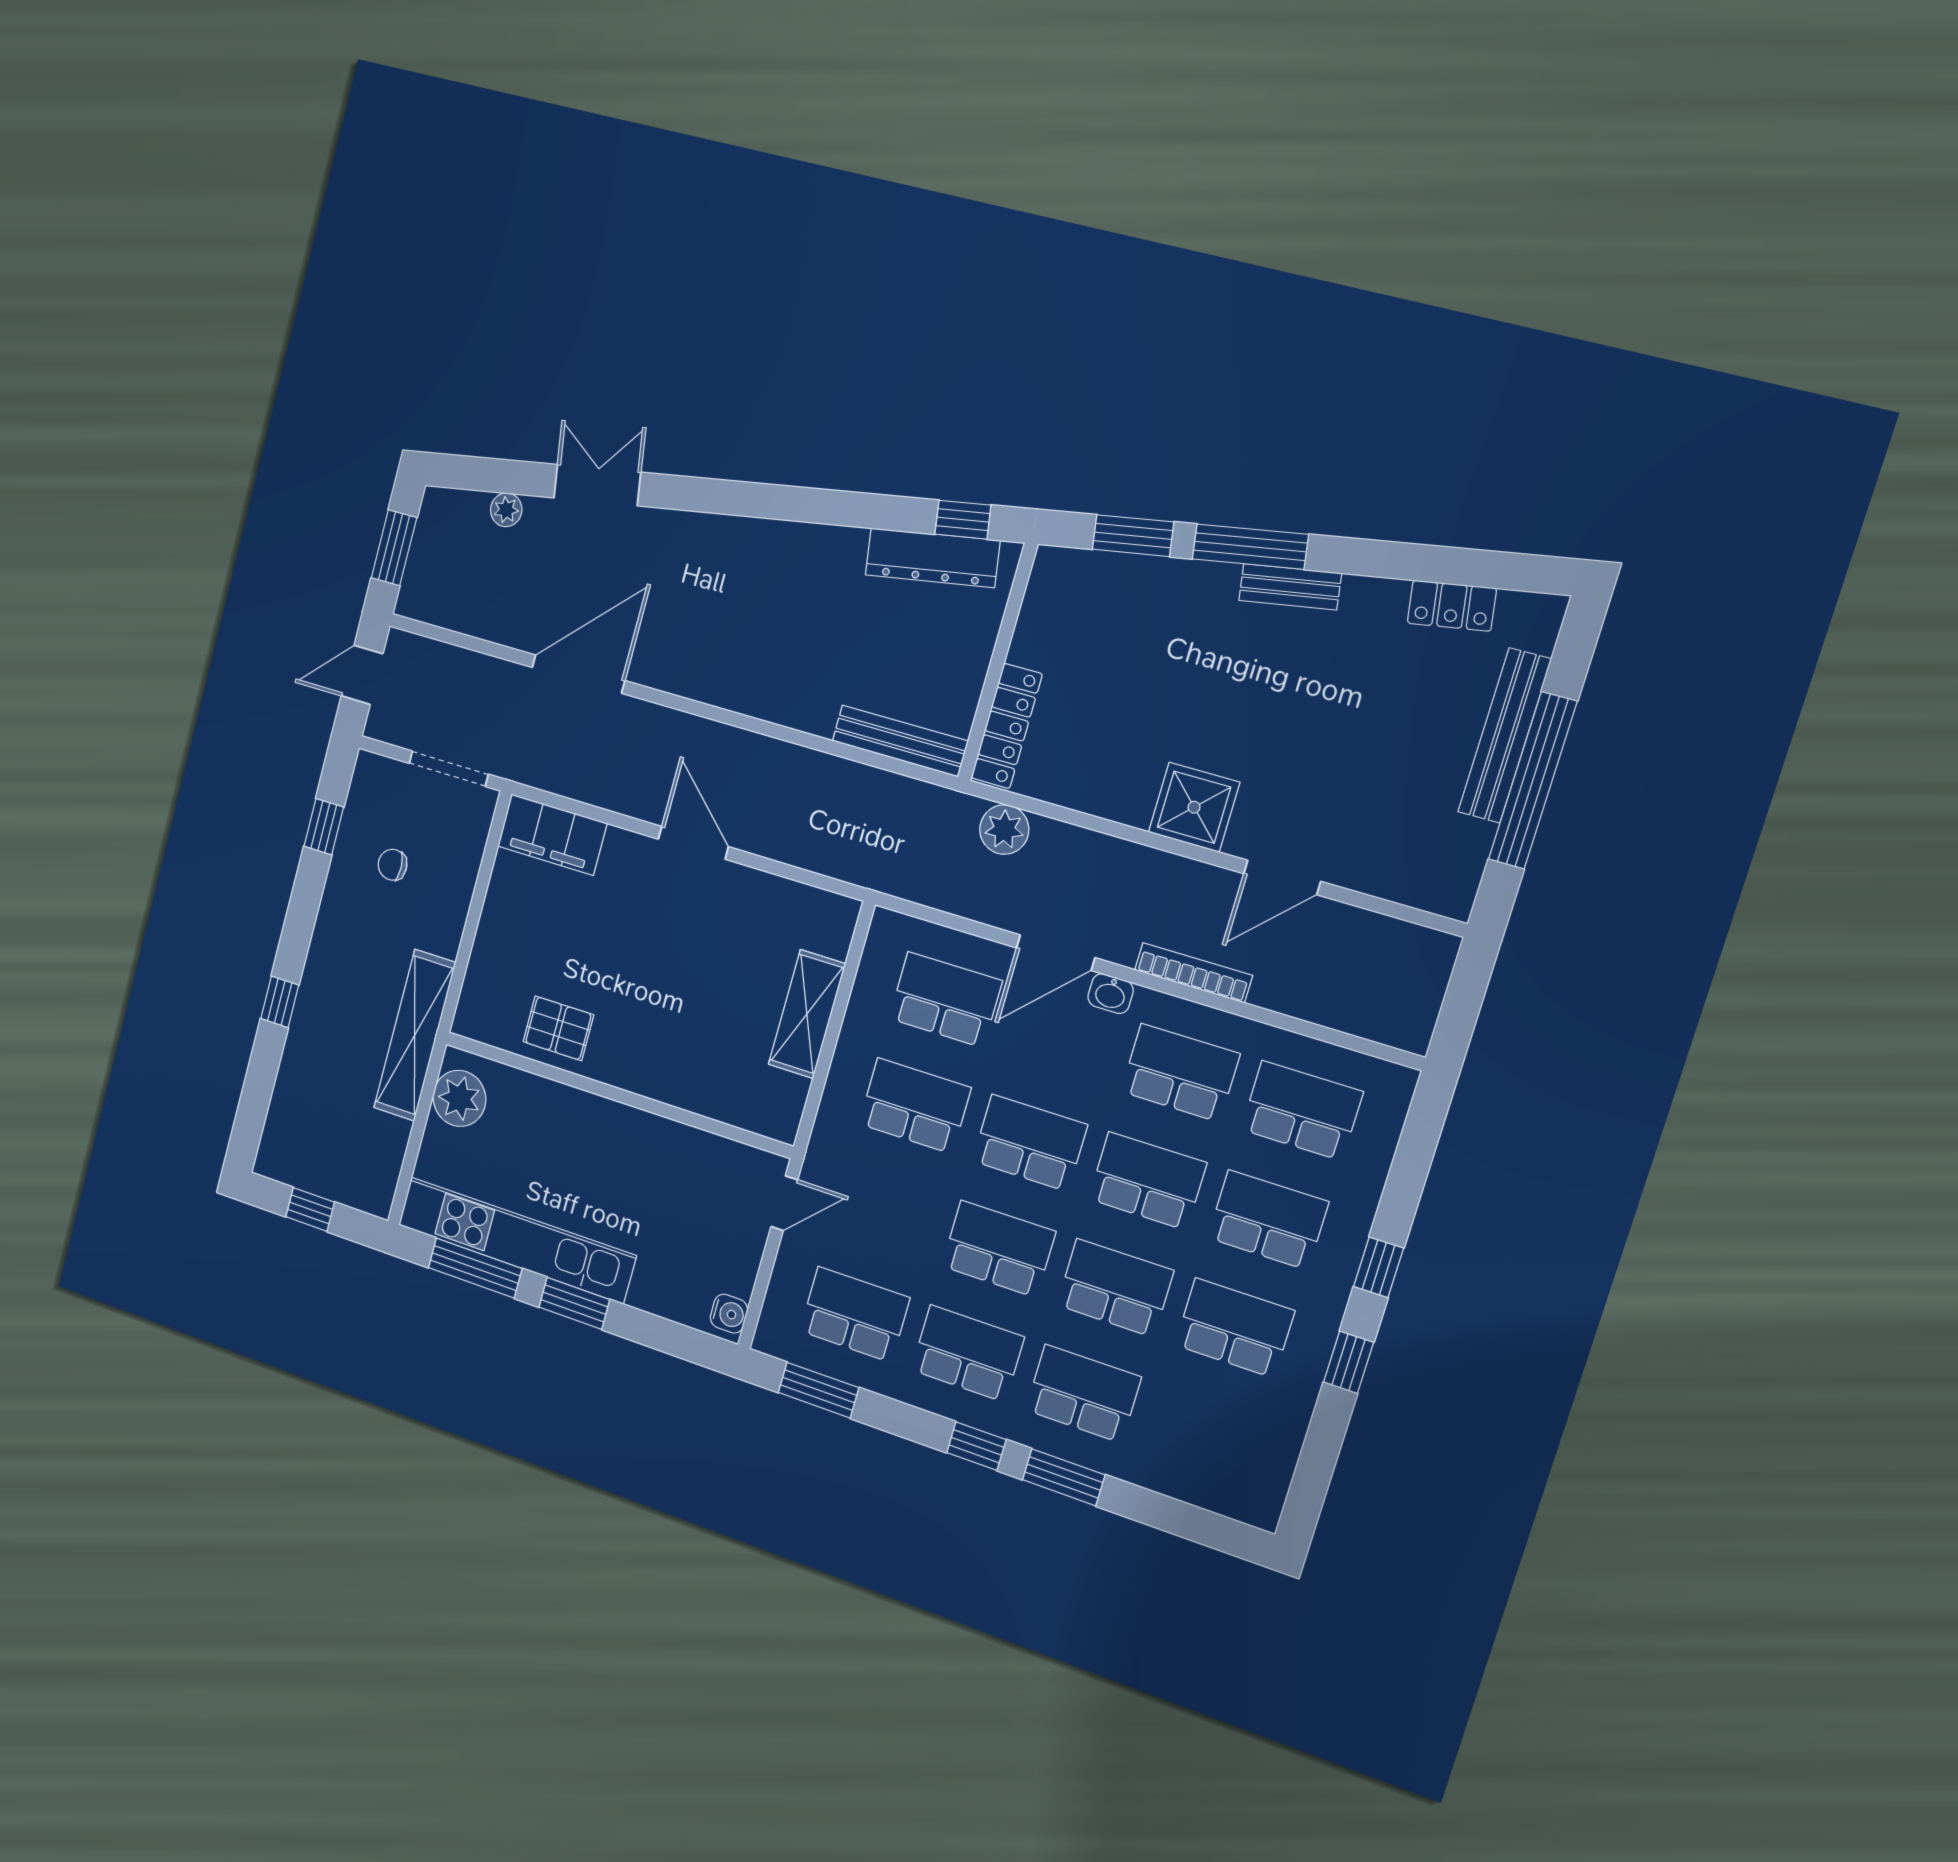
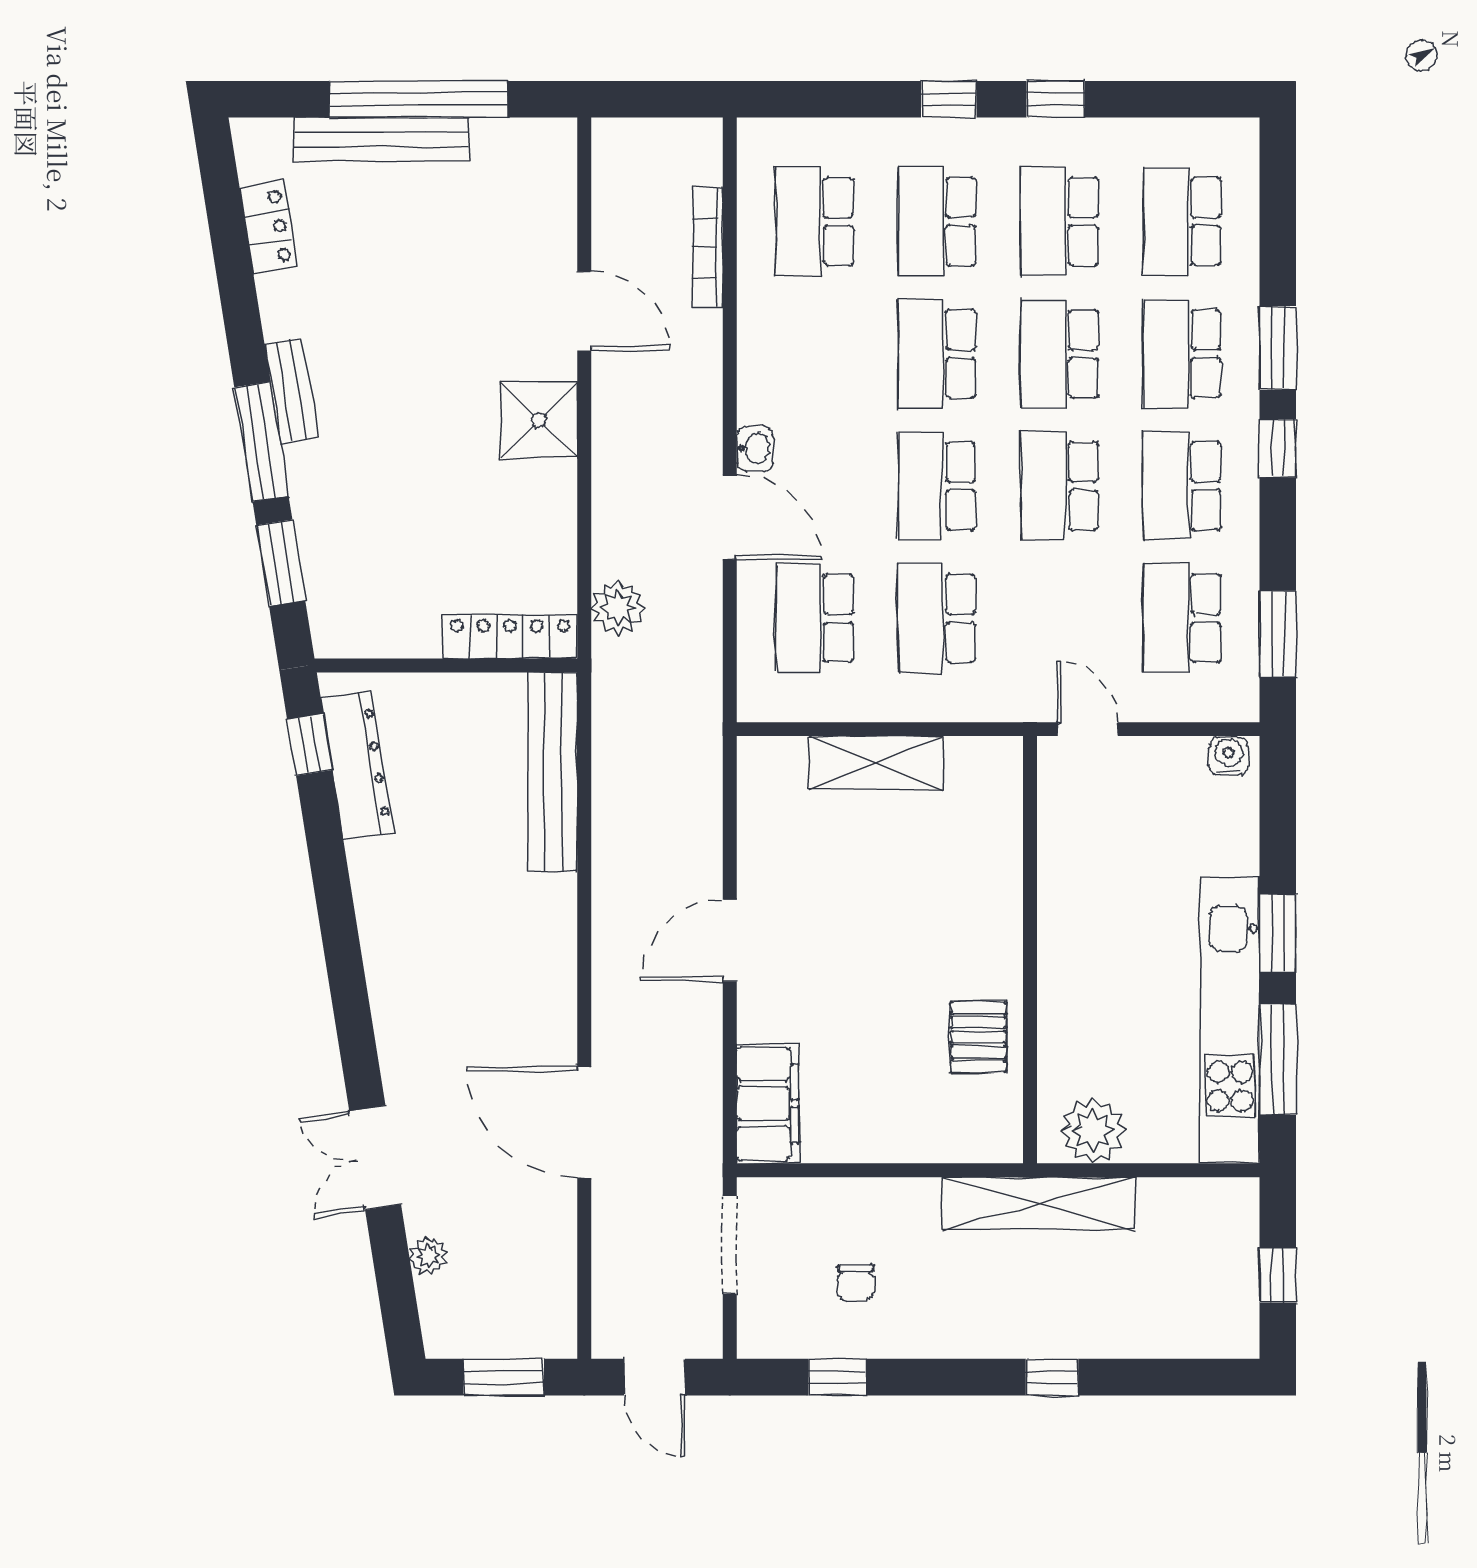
bench: (900, 741) -> (553, 772), width x1.37, depth x1.21
bookcase: (1193, 973) -> (708, 248), moved
school desk: (1180, 1073) -> (1182, 221), moved

